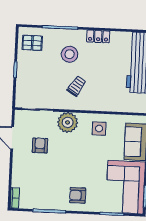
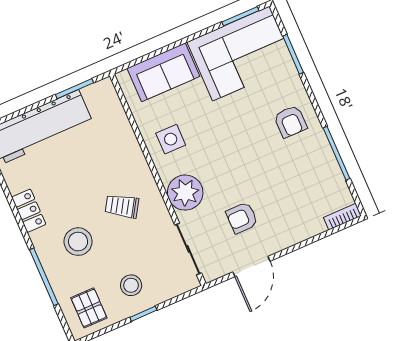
stool: (33, 71) -> (131, 285), added

